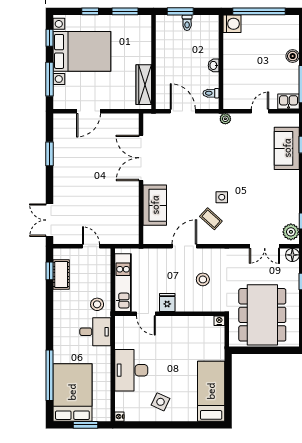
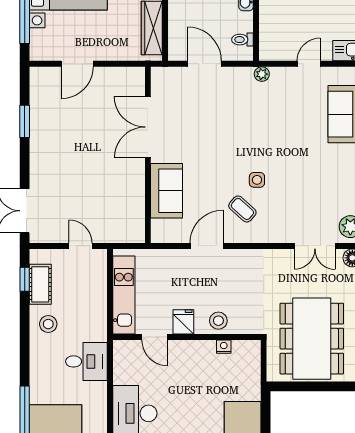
stool: (203, 279) -> (218, 321), moved
stool: (97, 304) -> (48, 324), moved
nightstand: (219, 321) -> (224, 347), moved

